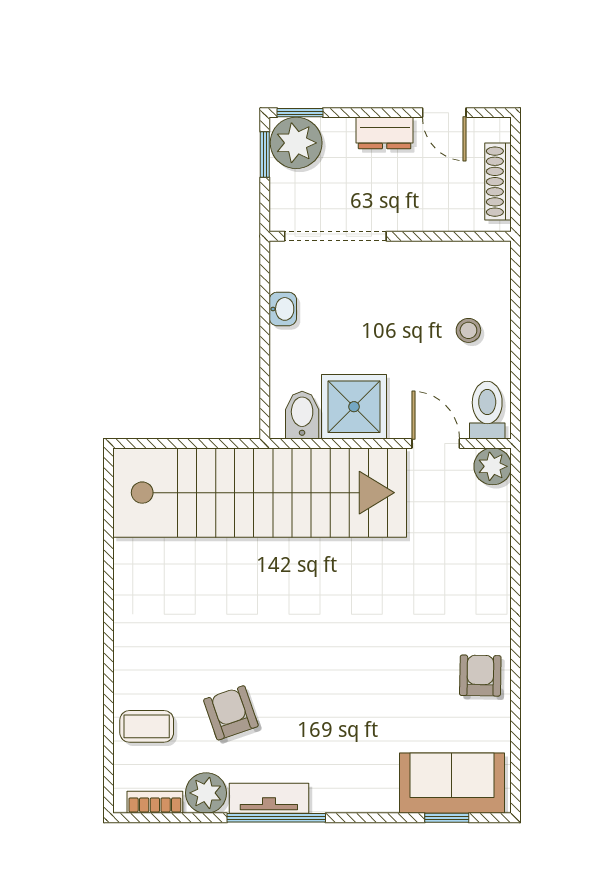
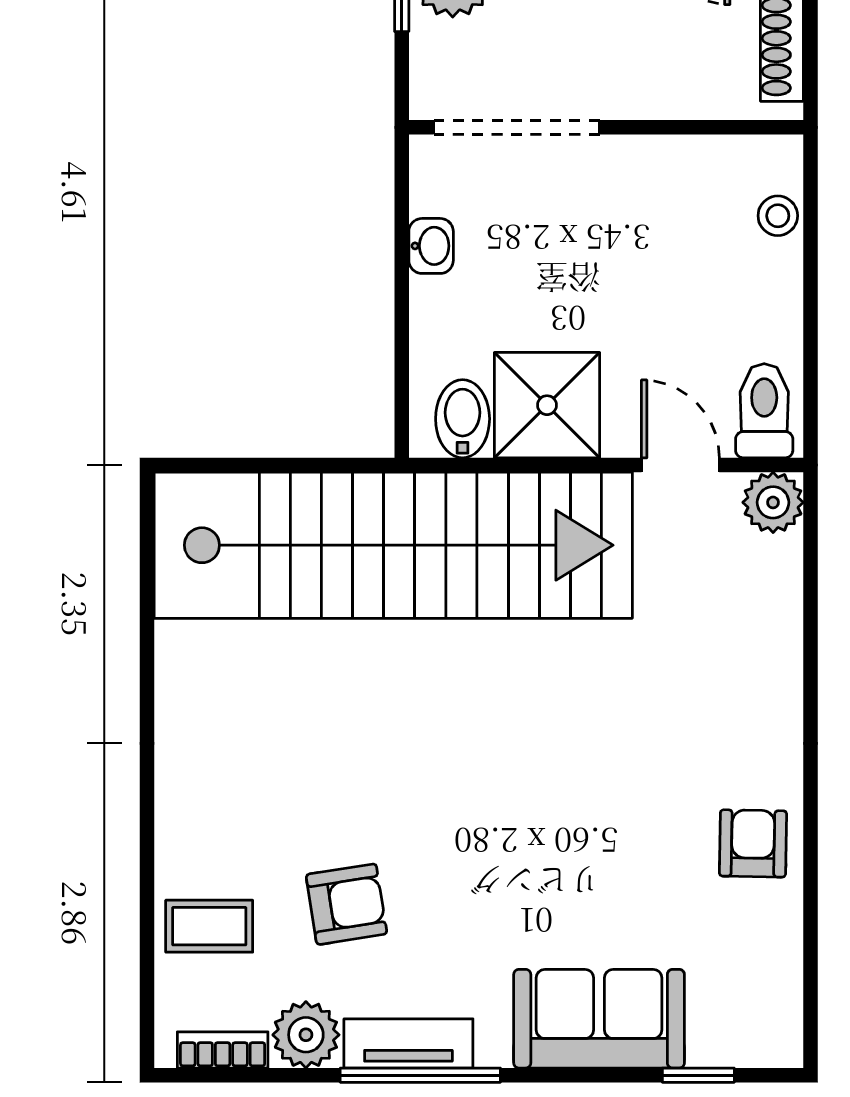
stool: (468, 330) -> (778, 216), moved
armchair: (231, 713) -> (346, 904), turned 100
sofa: (452, 783) -> (599, 1019), moved

